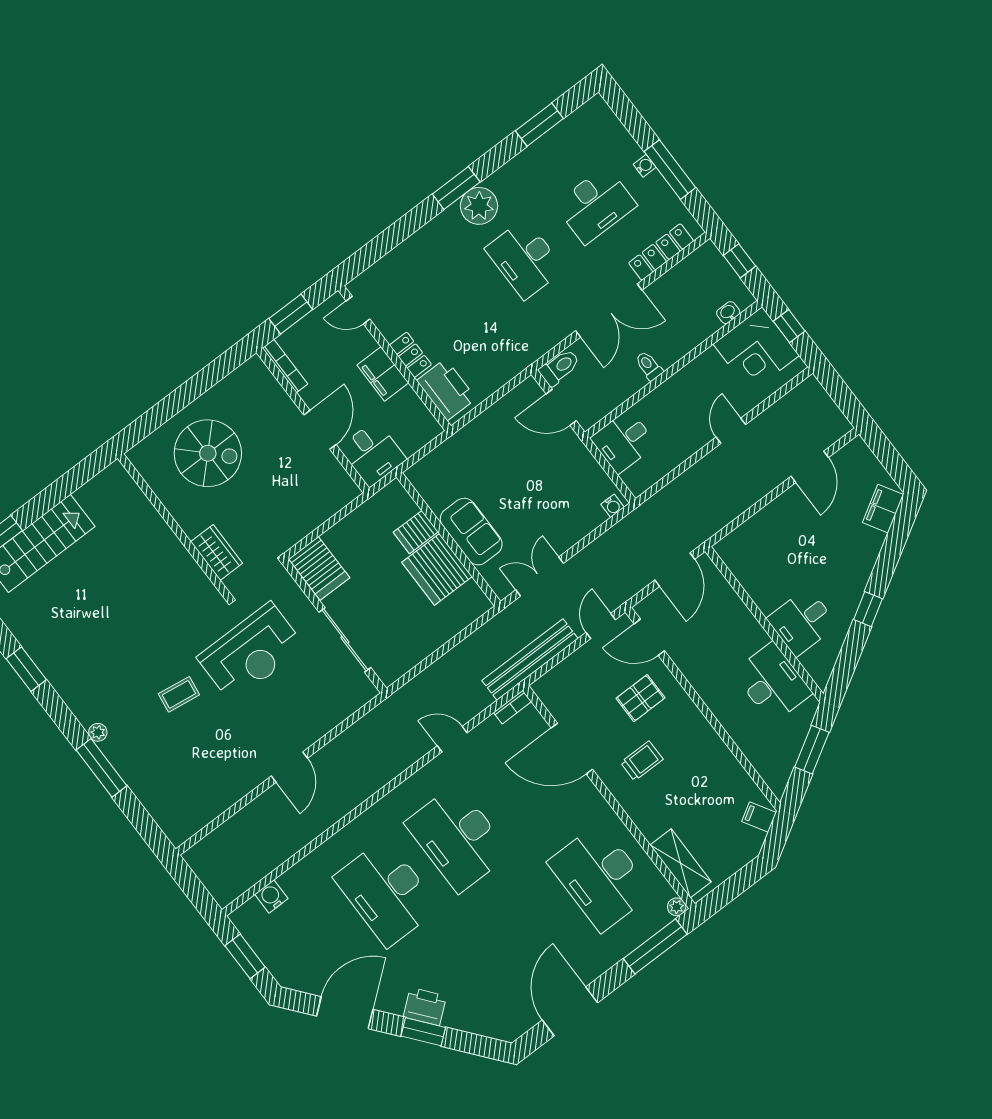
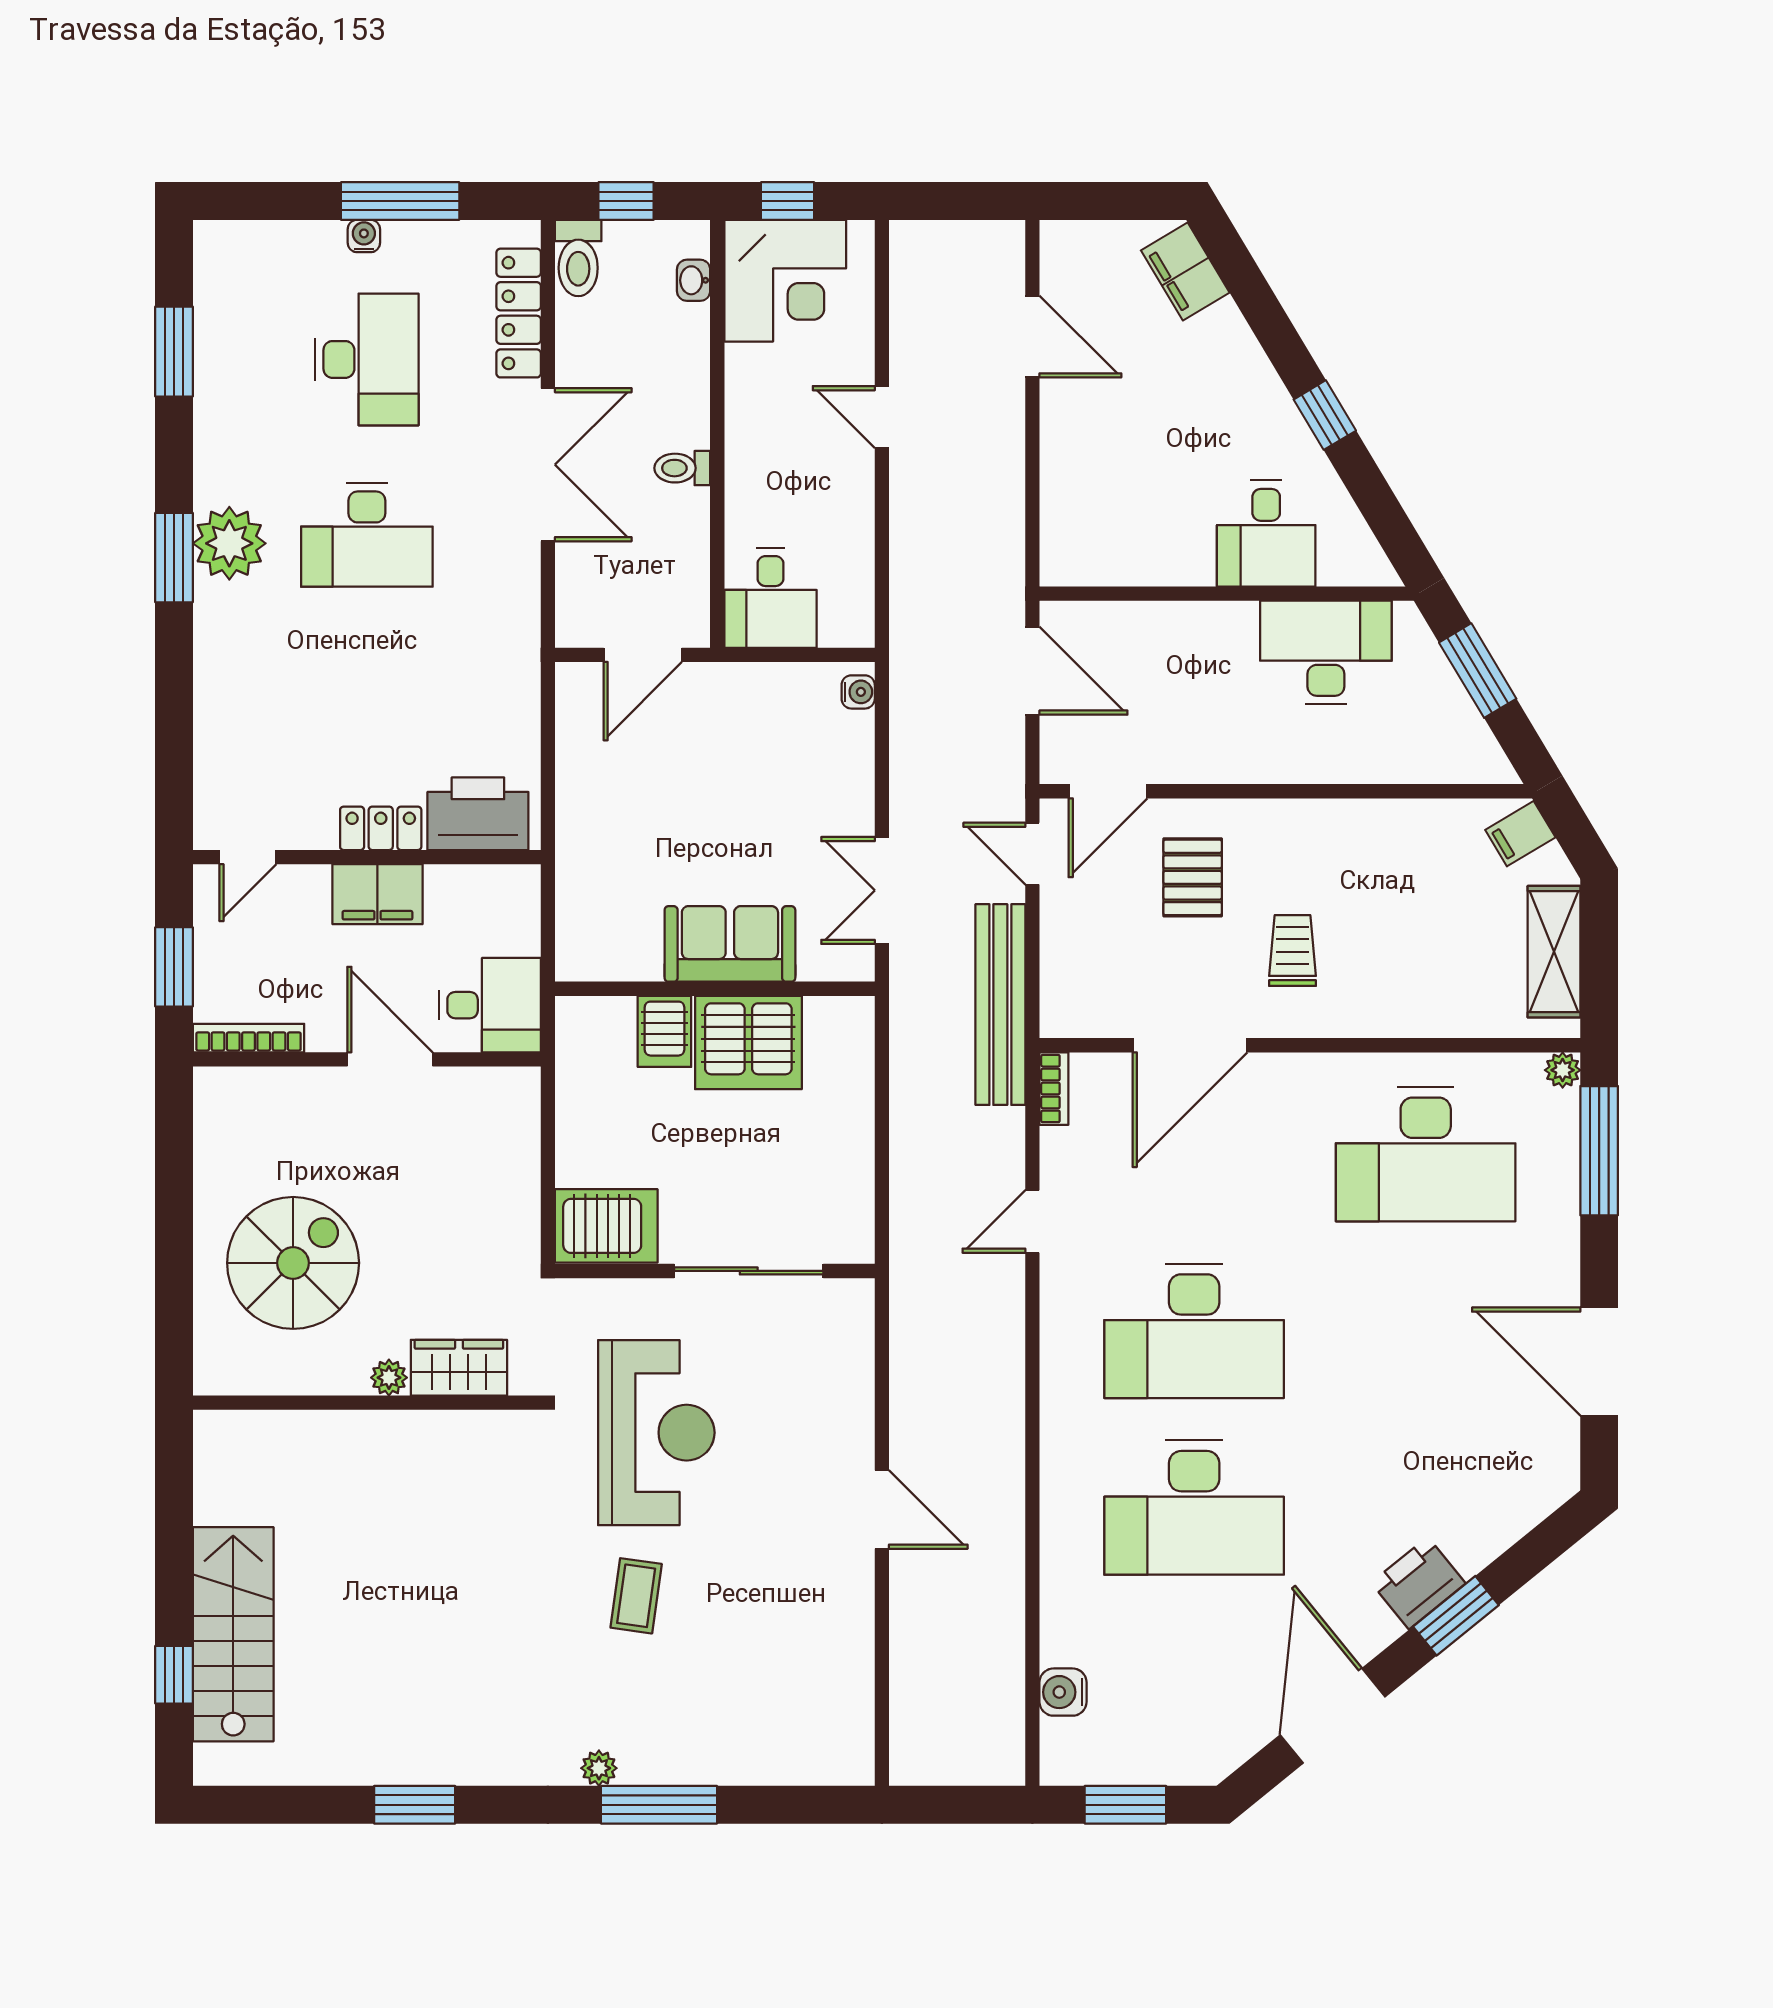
toilet: (560, 367) -> (578, 258), moved, turned 180
plant: (191, 527) -> (389, 1378), added
shelving: (681, 863) -> (1554, 952), moved, turned 90

